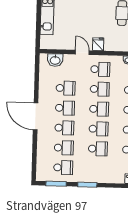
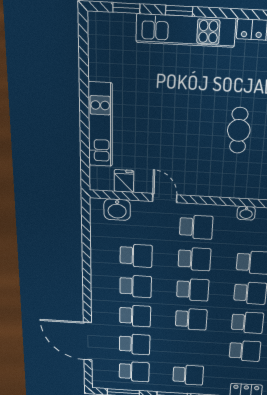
fridge: (98, 44) -> (124, 181), moved
door: (36, 116) -> (88, 341), moved
school desk: (98, 149) -> (188, 375), moved

